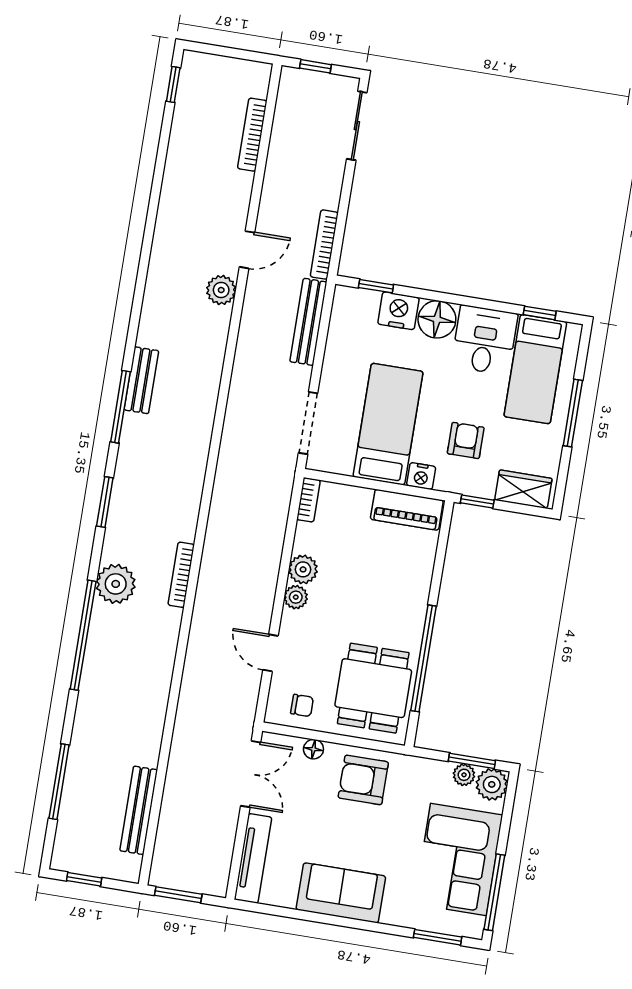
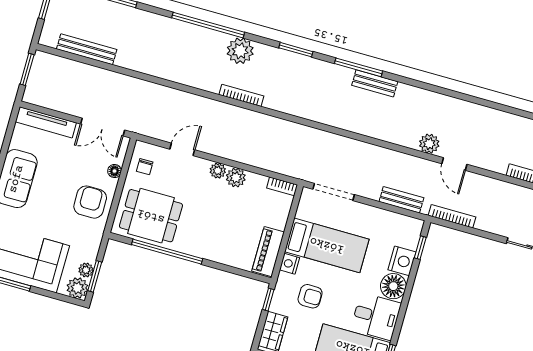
bench: (308, 322) -> (401, 200), width x0.73

